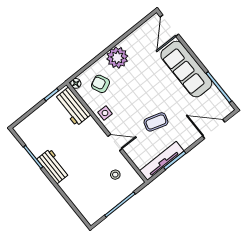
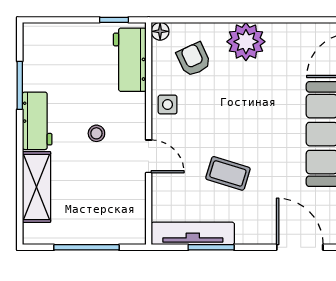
stool: (115, 175) -> (96, 133), moved
shelving: (76, 196) -> (36, 187), added

